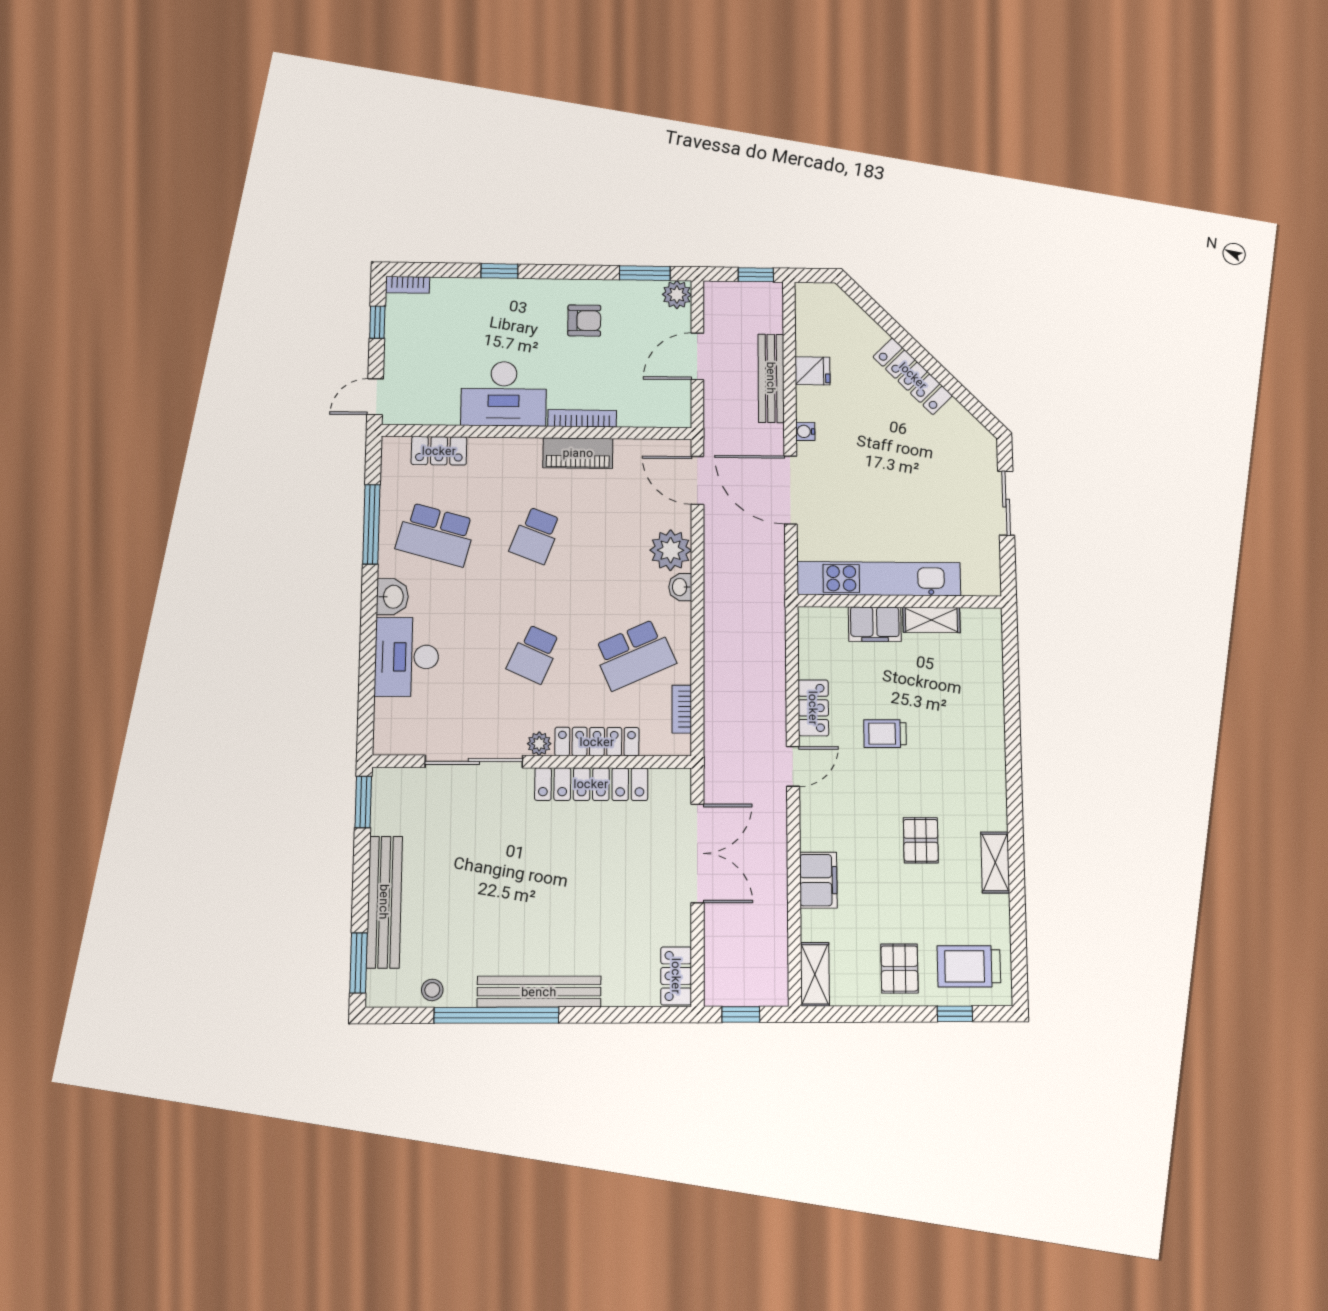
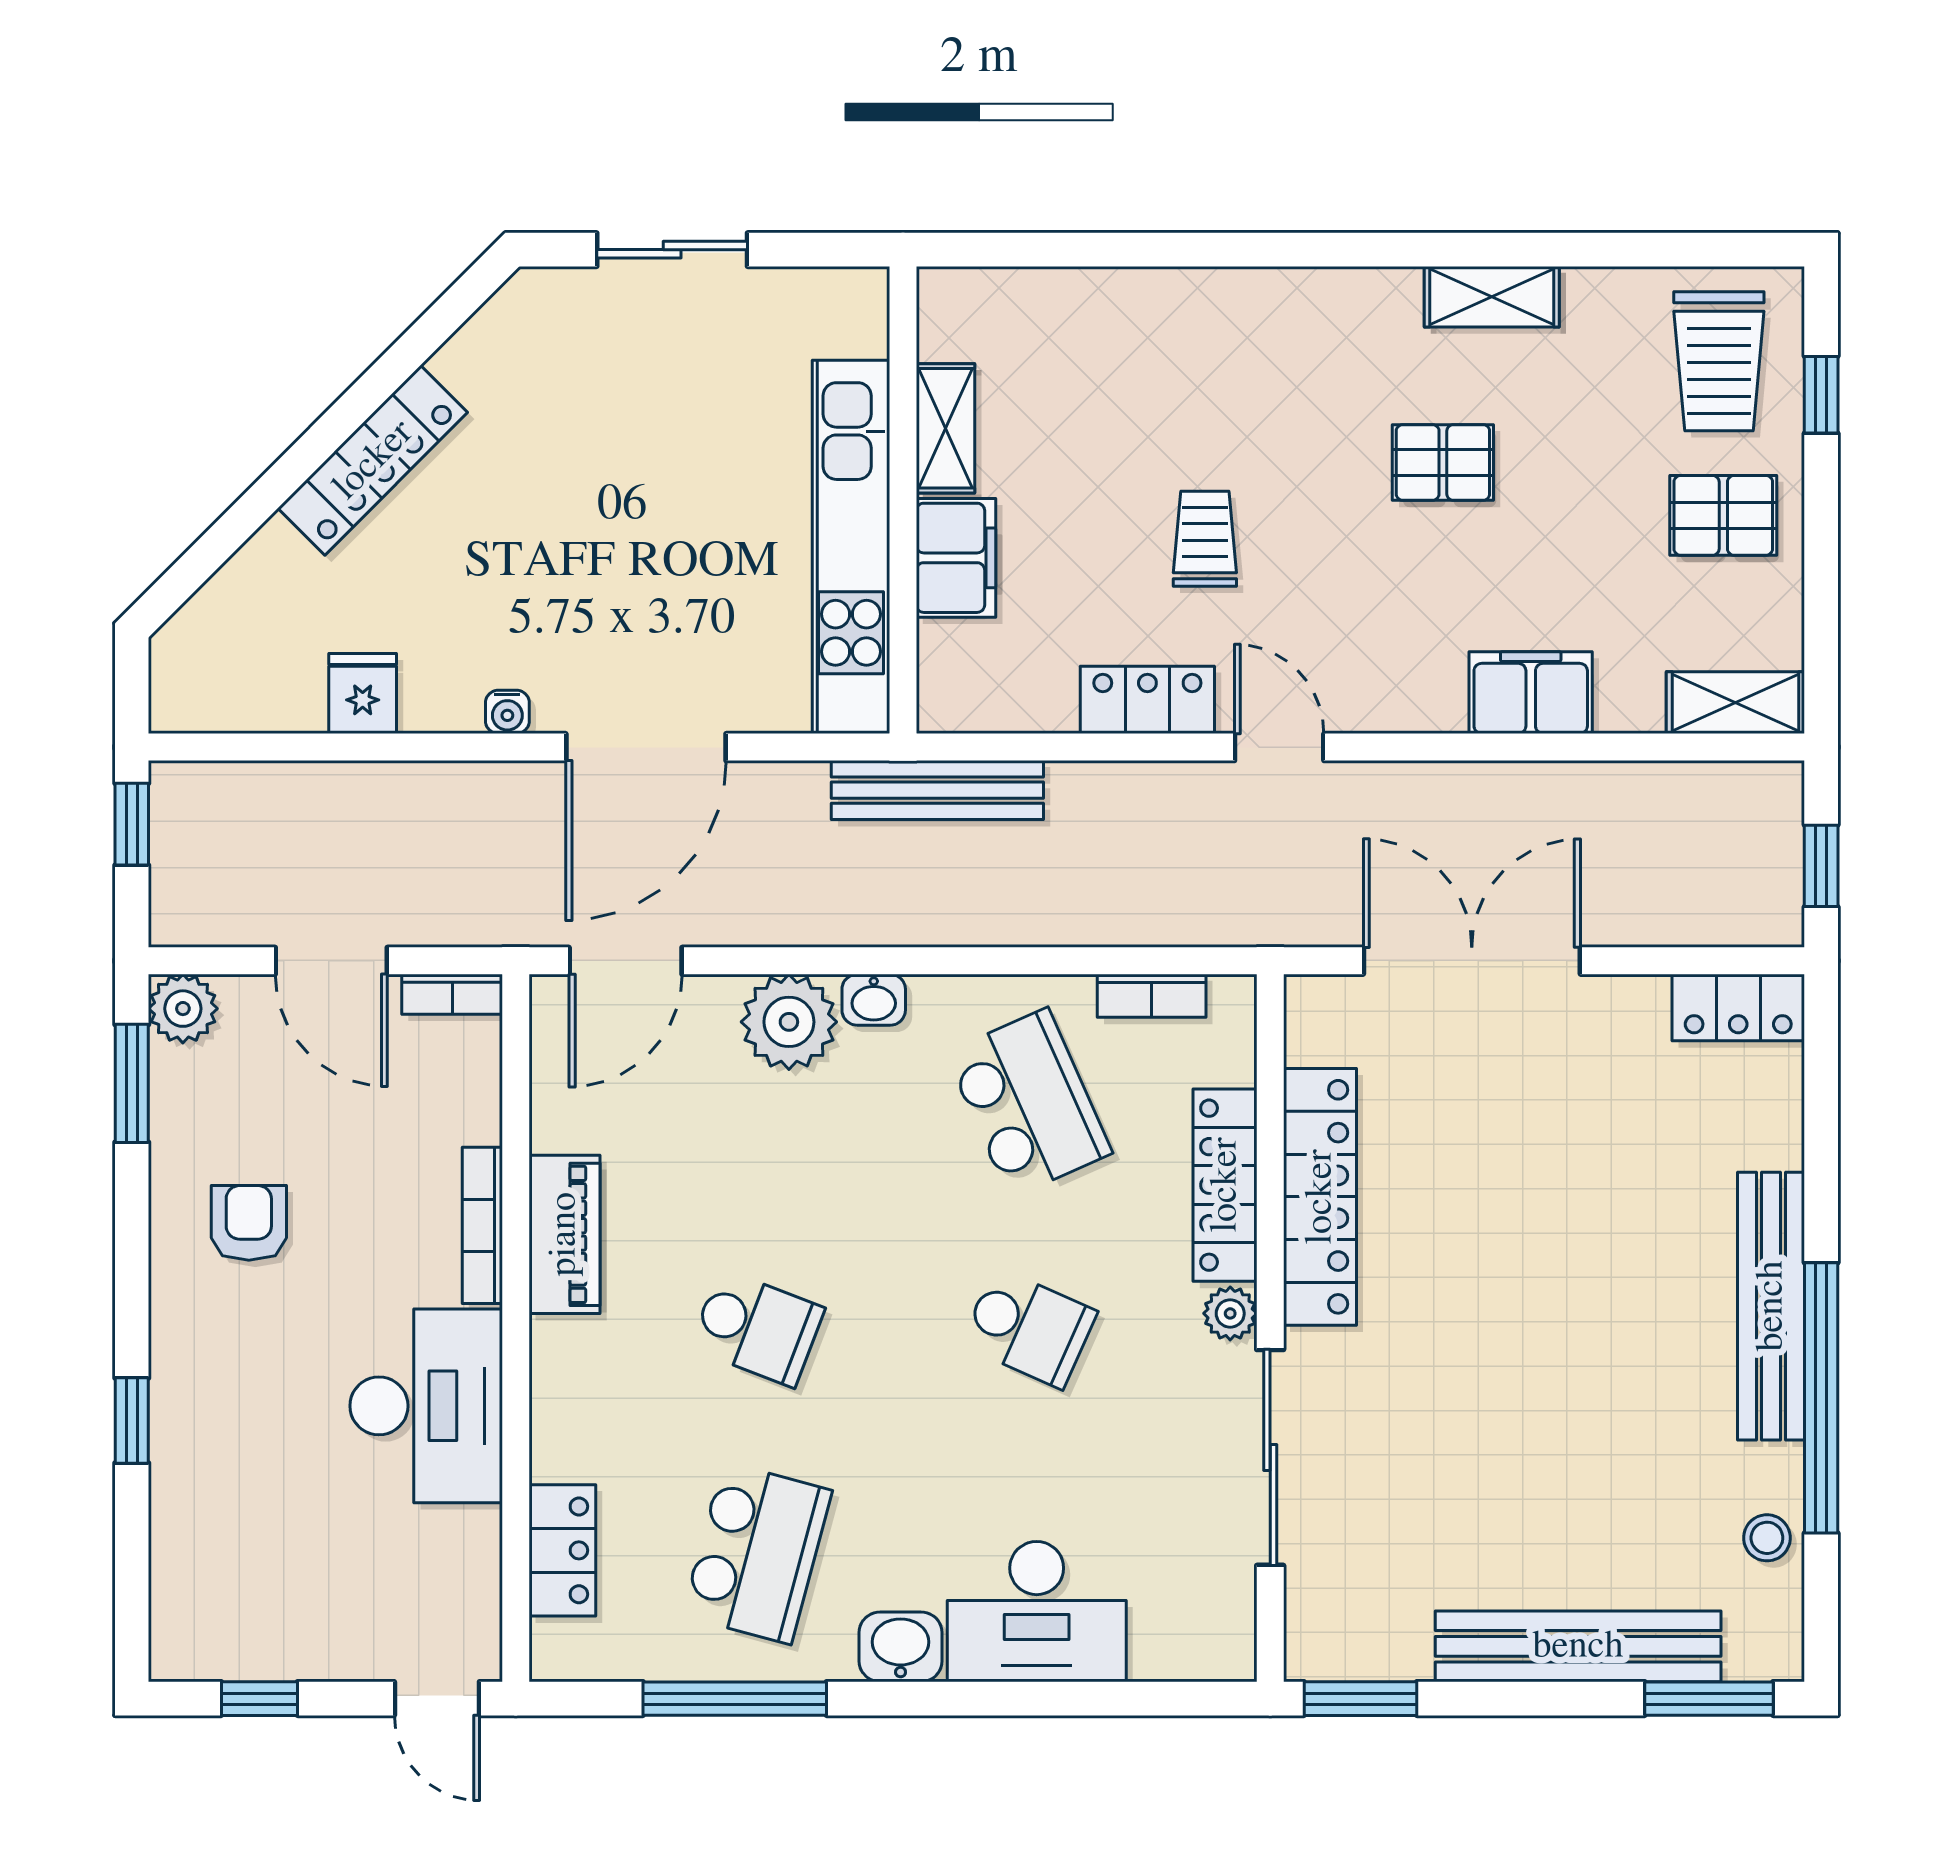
bookcase: (408, 285) -> (452, 994), moved, turned 90
bench: (771, 378) -> (937, 790), moved
trolley: (885, 734) -> (1205, 539), turned 180

